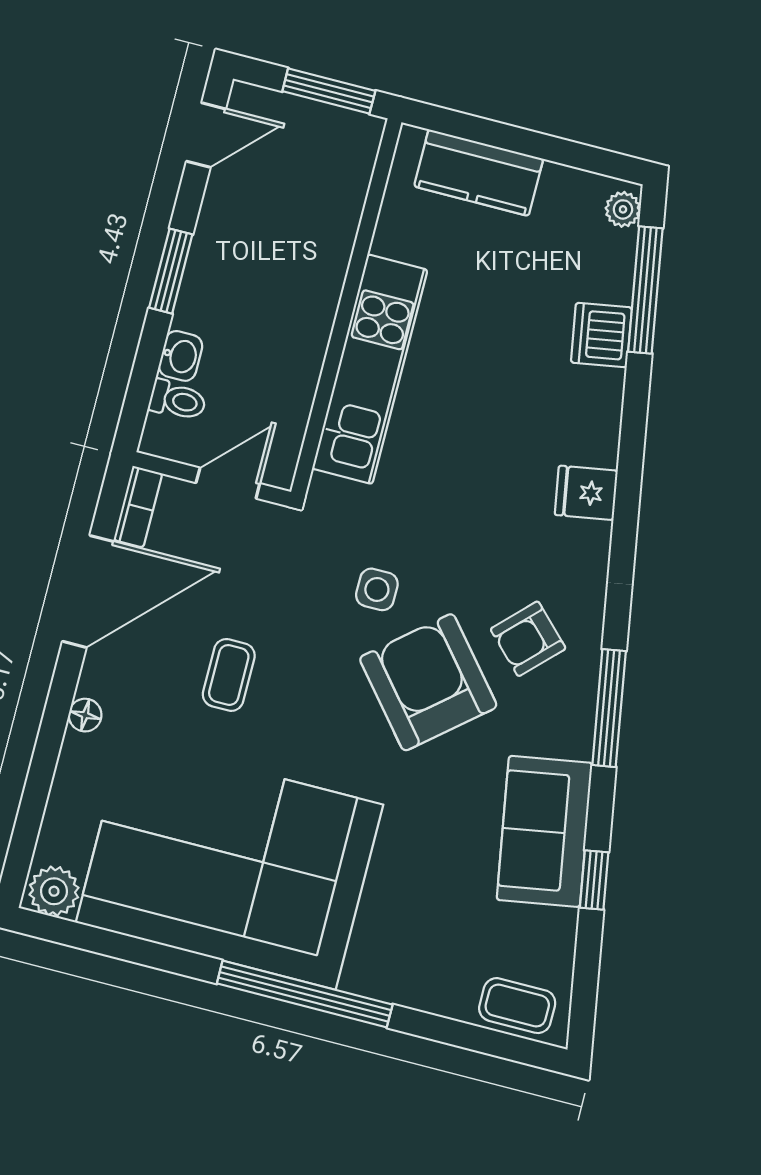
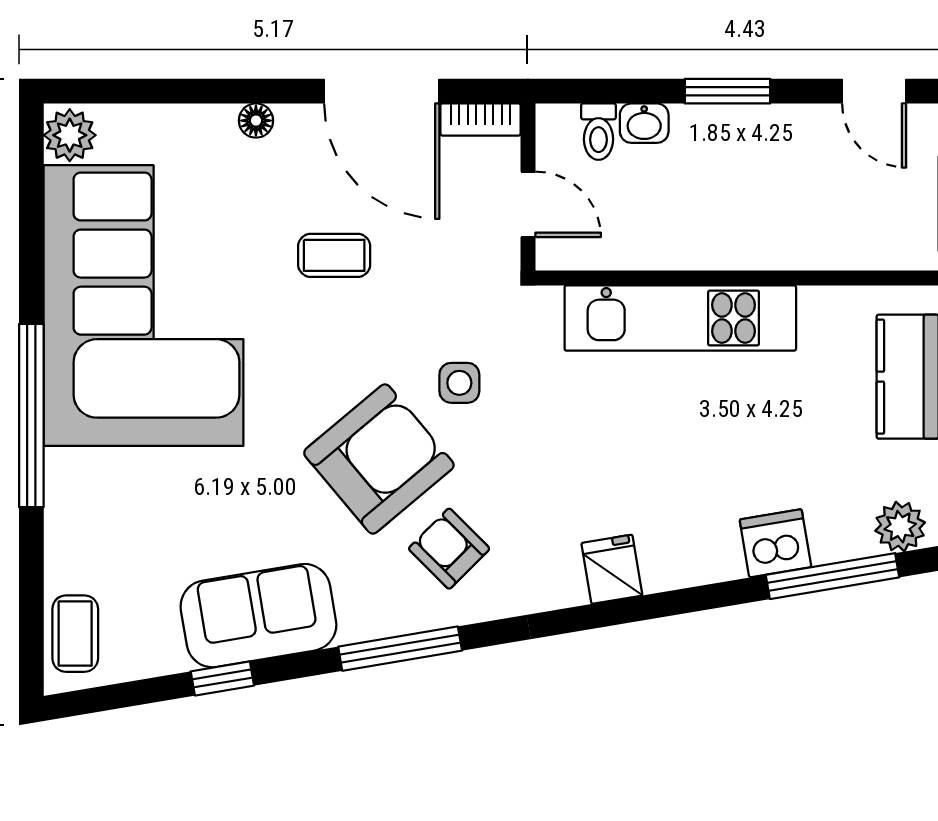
plant: (623, 209) -> (900, 527), width x1.38, depth x1.38

